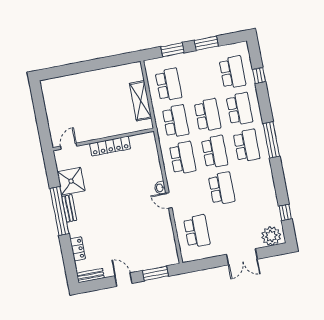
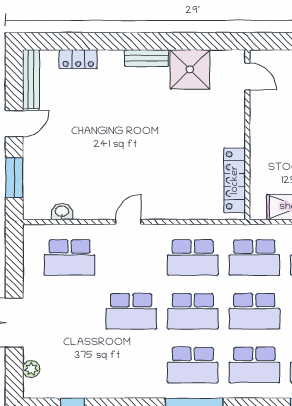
locker: (110, 146) -> (235, 180), moved
washbasin: (160, 188) -> (62, 212), moved
window: (59, 211) -> (145, 41), removed
plant: (271, 236) -> (31, 369), width x0.53, depth x0.53
bench: (90, 276) -> (31, 79), width x1.36

